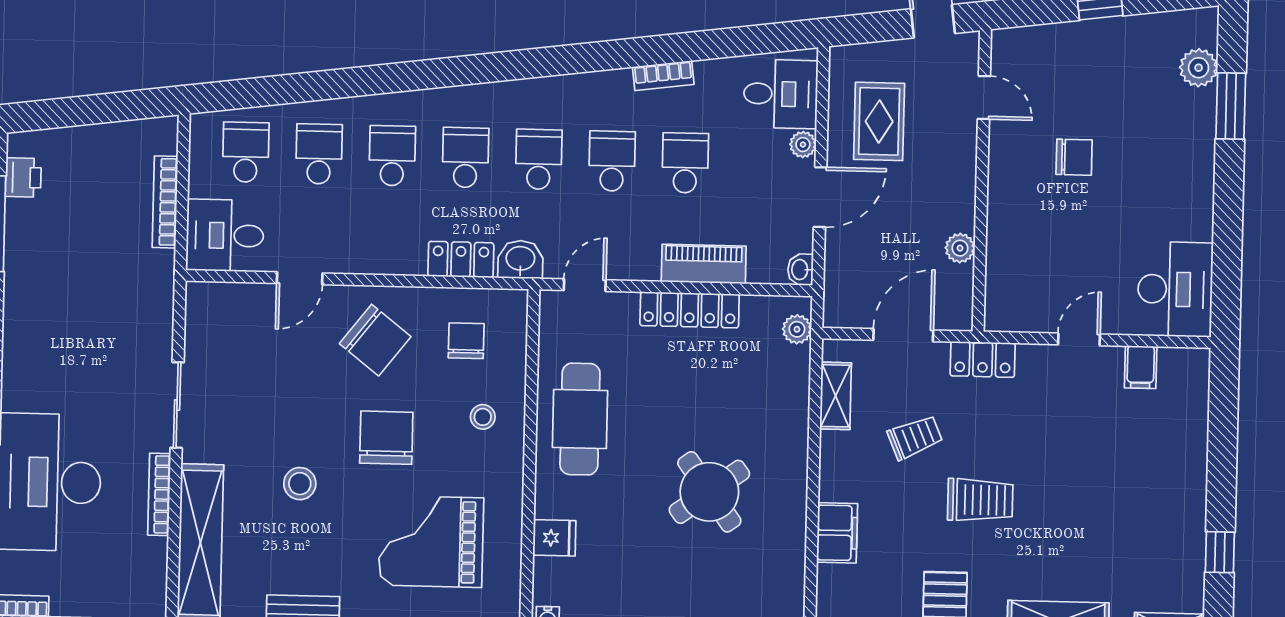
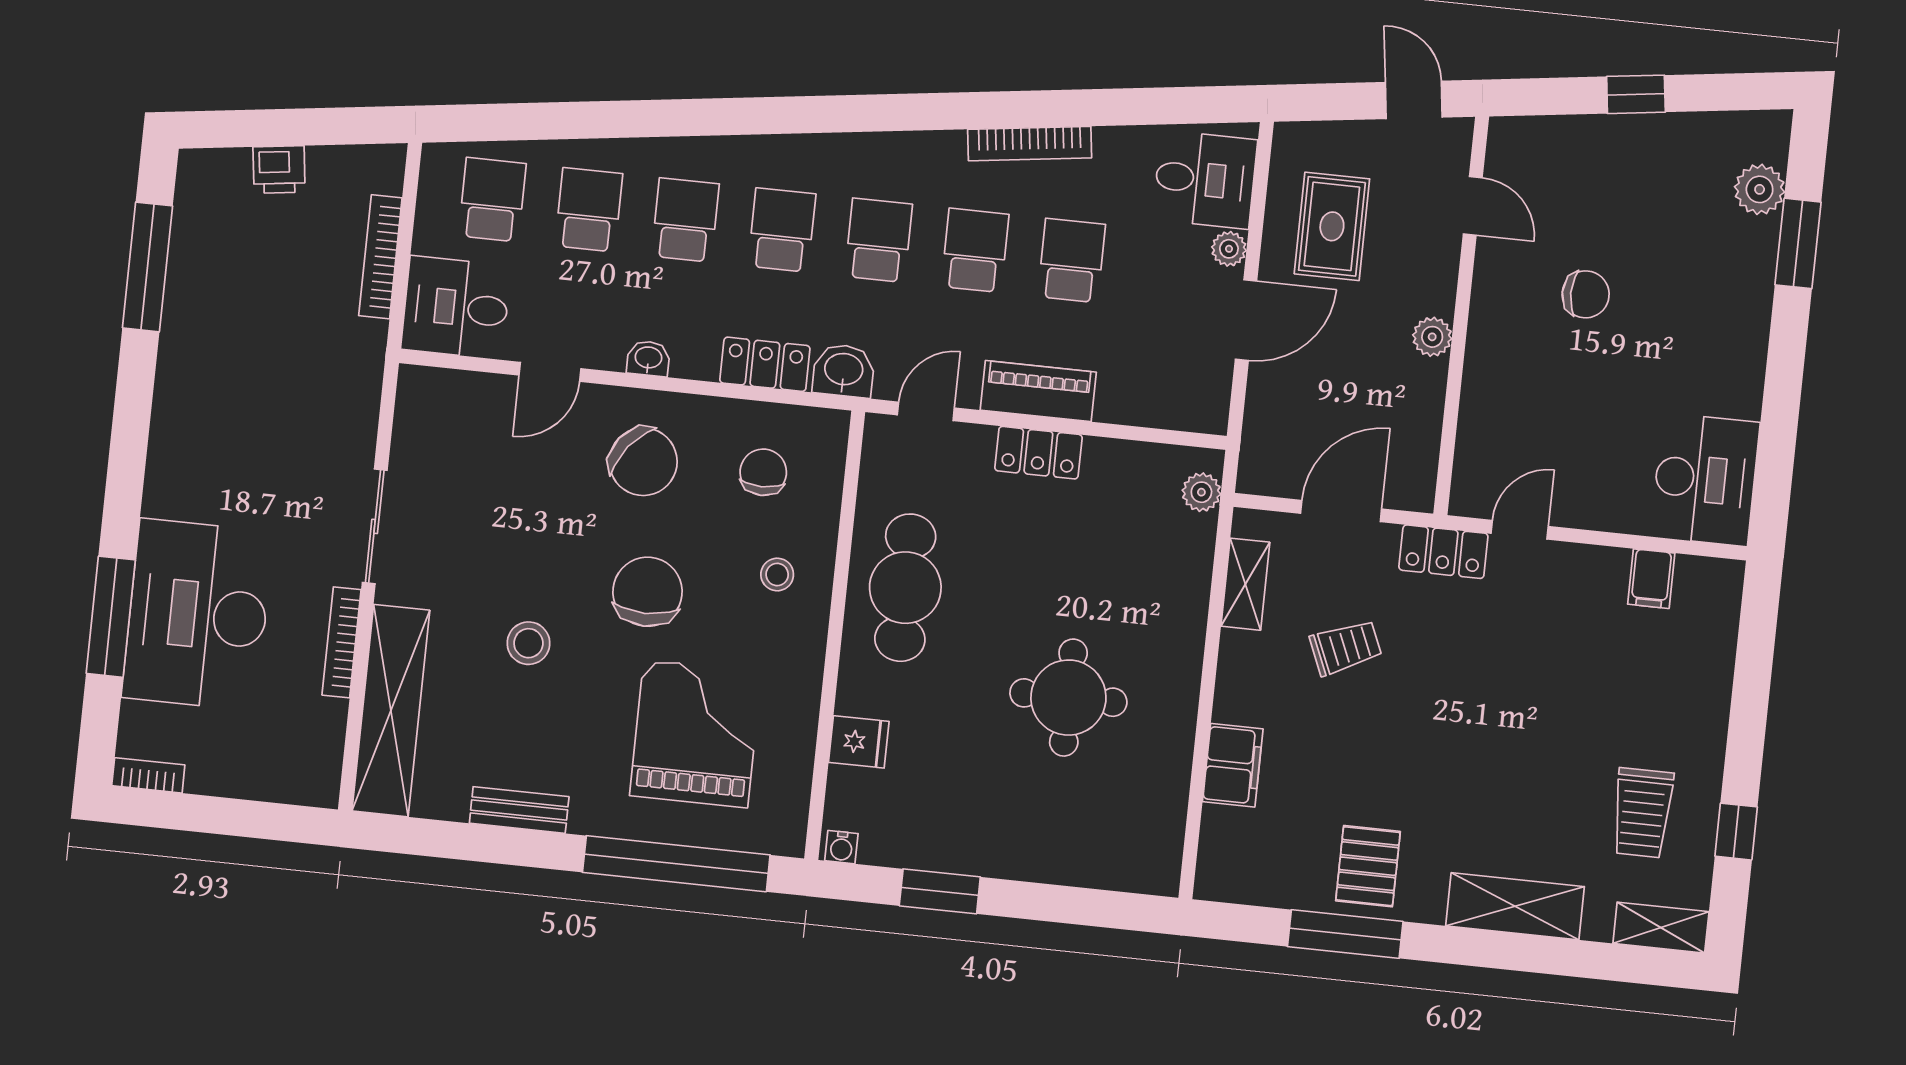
bookcase: (663, 76) -> (1030, 144), width x1.56
printer: (23, 177) -> (279, 169), moved, turned 83
plant: (960, 248) -> (1432, 337), moved
piano: (704, 264) -> (1038, 391), moved
washbasin: (800, 270) -> (648, 358), moved, turned 90
locker: (690, 310) -> (1038, 453), width x0.66
door: (1079, 339) -> (1520, 530), moved
round table: (709, 492) -> (1068, 698), turned 36
trolley: (980, 500) -> (1642, 813), moved, turned 90
grand piano: (431, 542) -> (696, 734), turned 90

